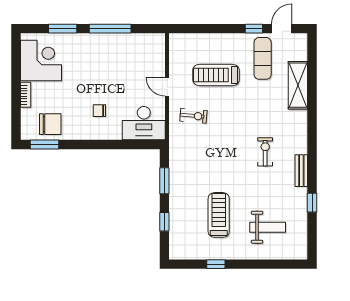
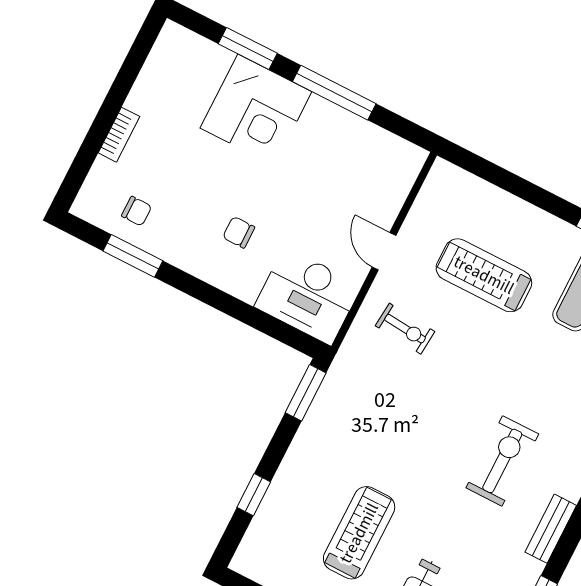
corner desk: (41, 61) -> (256, 110), moved, turned 90
chair: (50, 124) -> (137, 211), width x0.54, depth x0.54
window: (44, 144) -> (133, 256), moved
exercise bike: (265, 152) -> (502, 461), width x1.38, depth x1.39
window: (164, 181) -> (306, 393), moved

